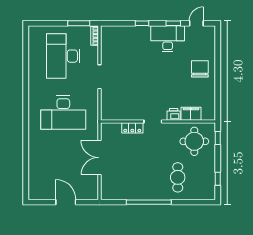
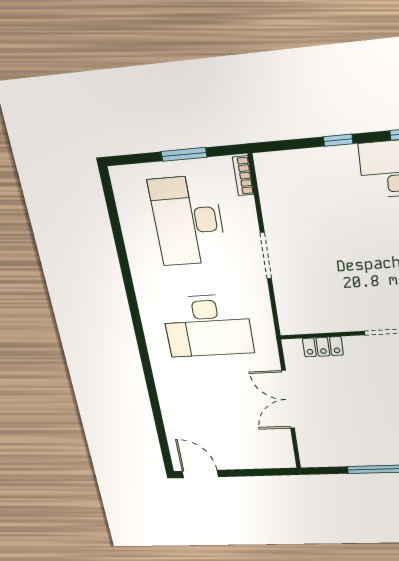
window: (79, 23) -> (184, 154), moved
locker: (132, 128) -> (323, 347), moved
door: (66, 202) -> (200, 474), moved

